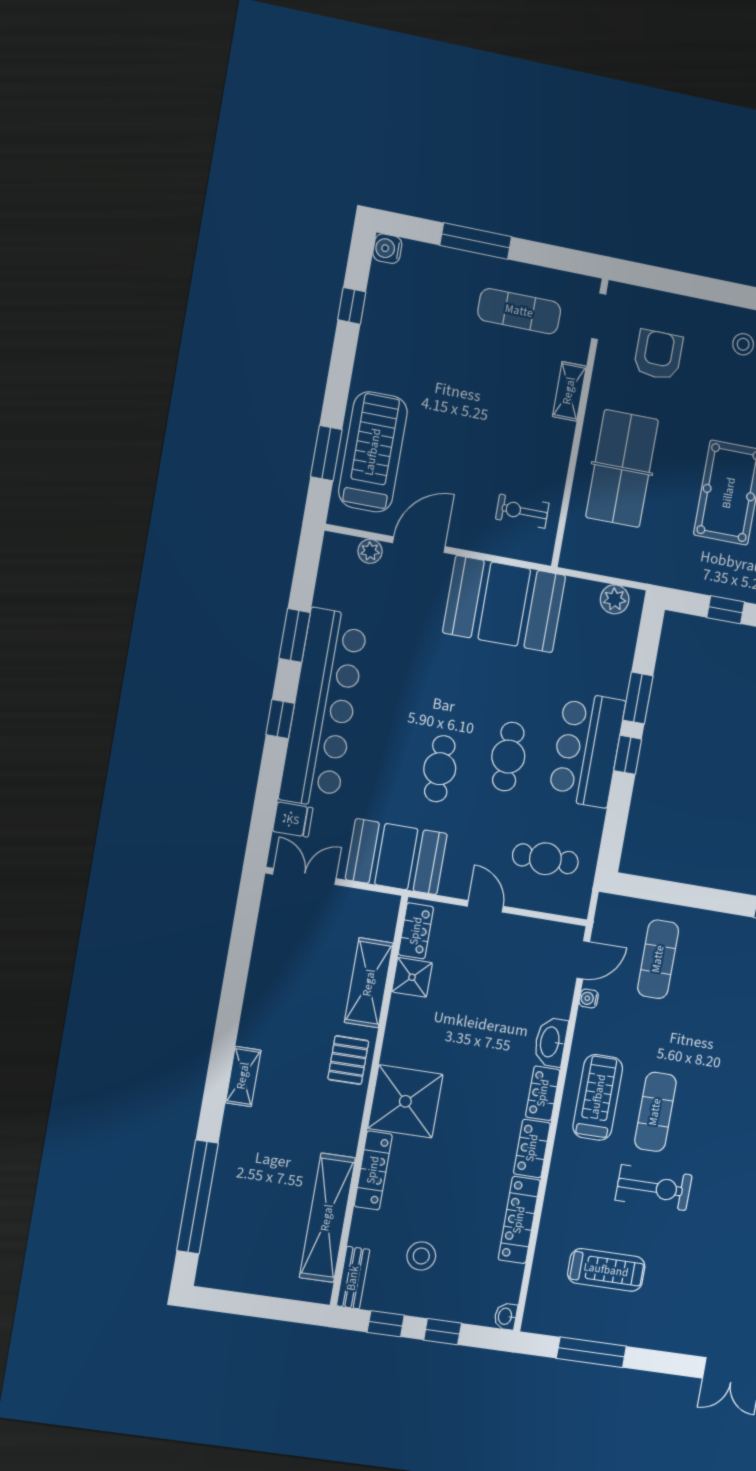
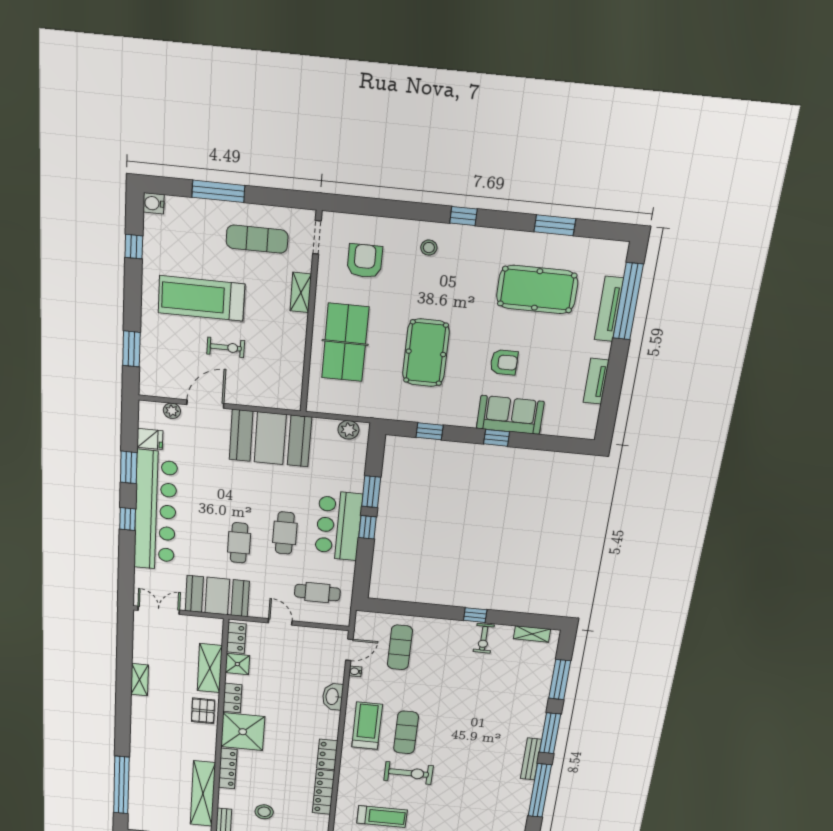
treadmill: (373, 452) -> (201, 298), moved, turned -90
exercise bike: (522, 511) -> (226, 347), moved, turned 180
fridge: (293, 820) -> (150, 439), moved
shelving: (243, 1076) -> (140, 680), moved
locker: (543, 1093) -> (232, 698), moved, turned 180

